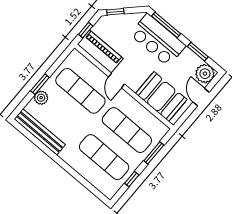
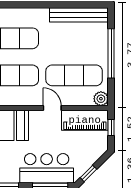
window: (115, 12) -> (88, 173), moved
window: (40, 84) -> (111, 53), width x2.11
plant: (41, 98) -> (101, 99), moved

